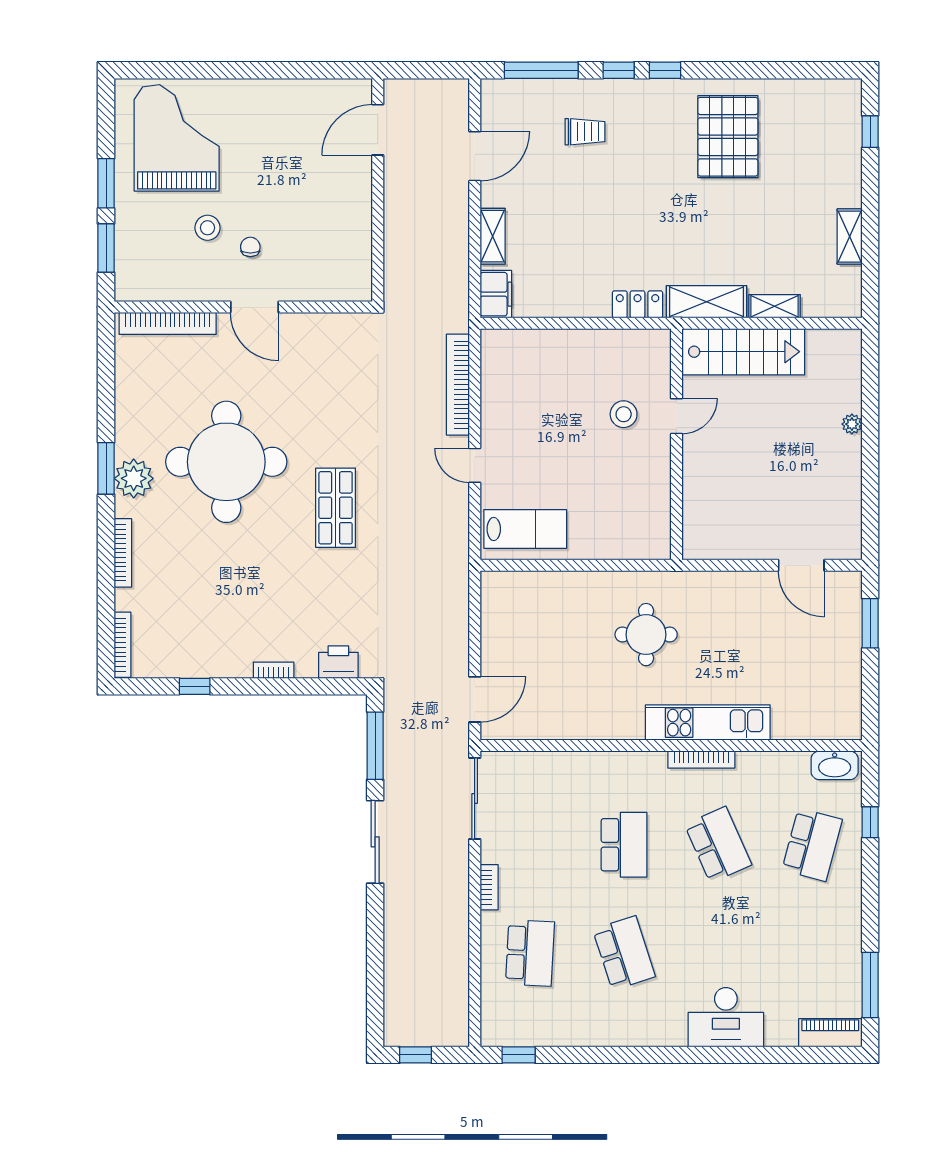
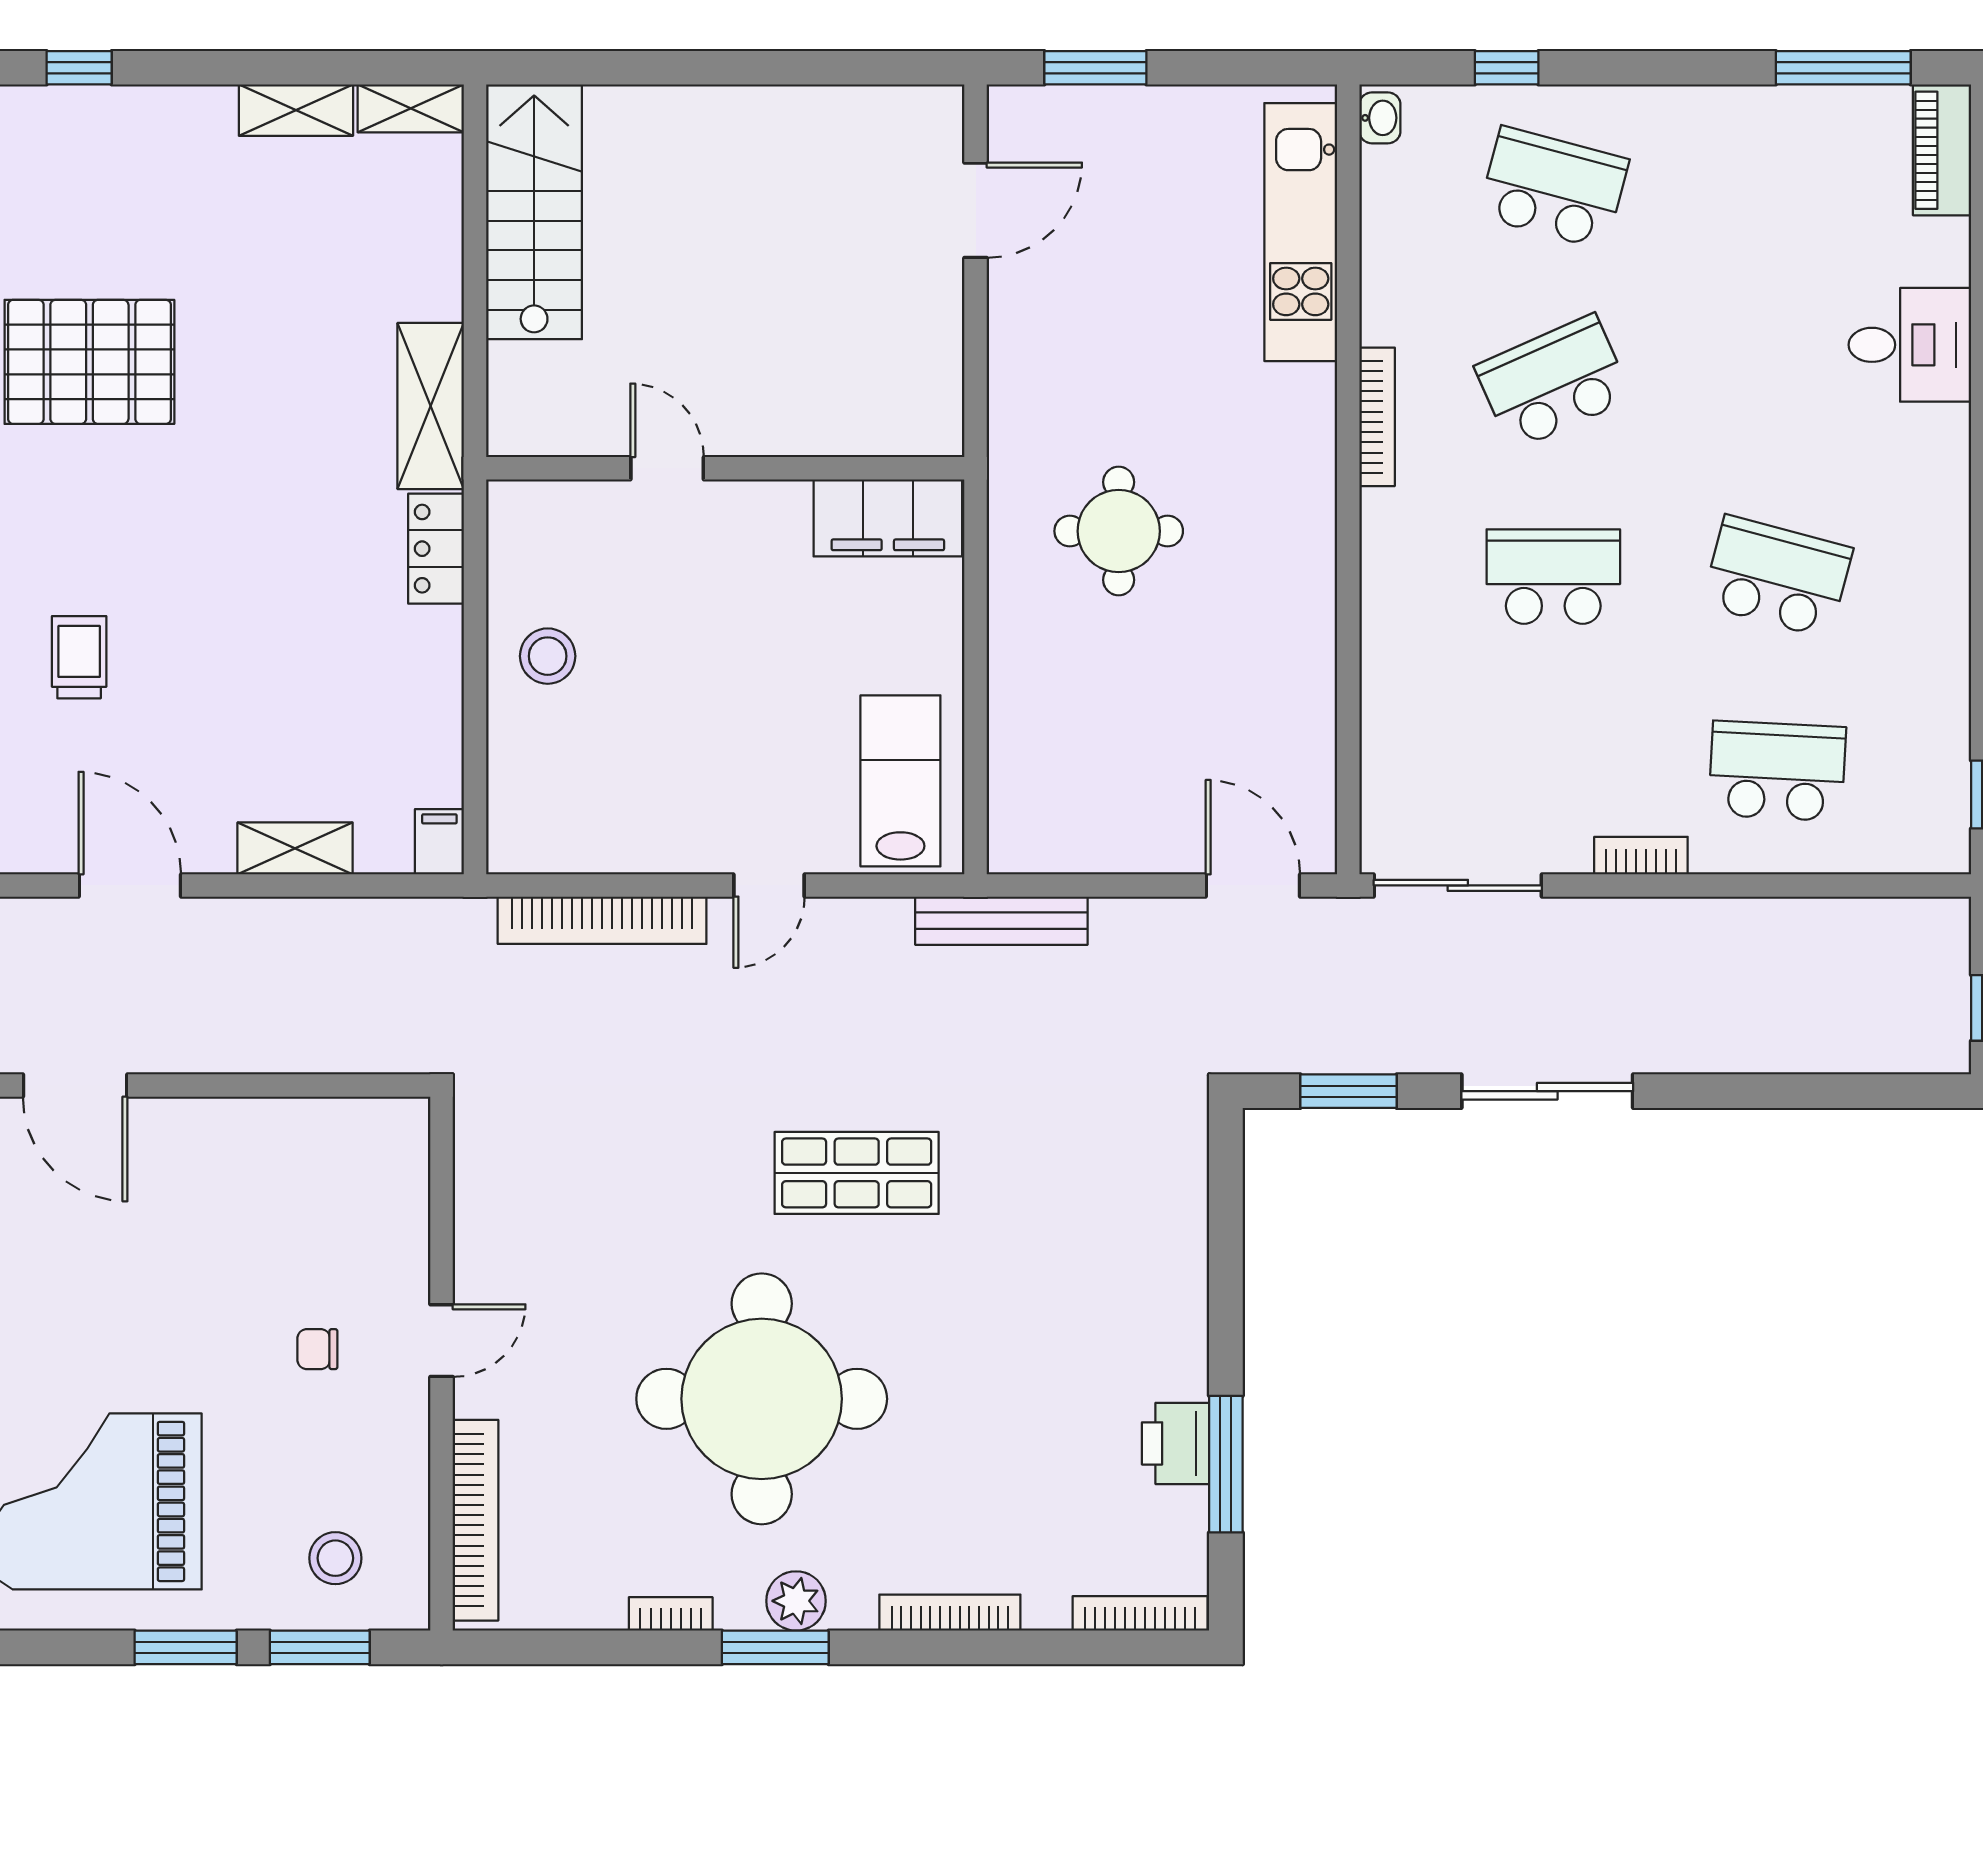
stool: (207, 228) -> (335, 1558), moved
filing cabinet: (496, 294) -> (439, 842), width x0.50
shelving: (775, 306) -> (411, 108), moved, turned 90
door: (254, 307) -> (442, 1341), width x0.73
stairs: (743, 352) -> (534, 212), moved
stool: (624, 414) -> (548, 656), moved
plant: (852, 424) -> (684, 105), removed
plant: (134, 478) -> (796, 1601), width x0.73, depth x0.73
filing cabinet: (652, 523) -> (888, 518), added
bench: (458, 578) -> (1001, 921), added
printer: (338, 662) -> (1176, 1443), moved
bookcase: (274, 670) -> (671, 1614), moved, turned 90
window: (195, 686) -> (1226, 1464), width x2.17
kitchen unit: (708, 723) -> (1301, 232), moved
window: (375, 746) -> (1349, 1091), width x0.69
washbasin: (835, 765) -> (1380, 118), width x0.52, depth x0.69
school desk: (624, 953) -> (1777, 577), turned 33
desk: (726, 1017) -> (1910, 345), width x0.73

